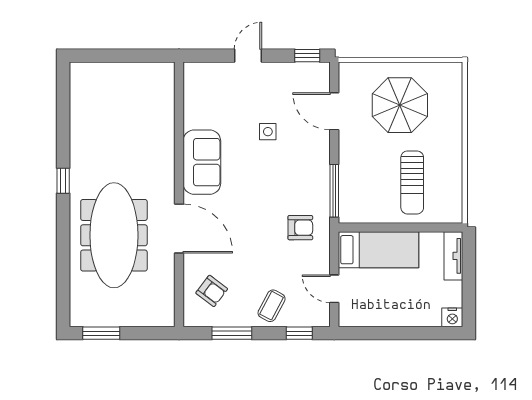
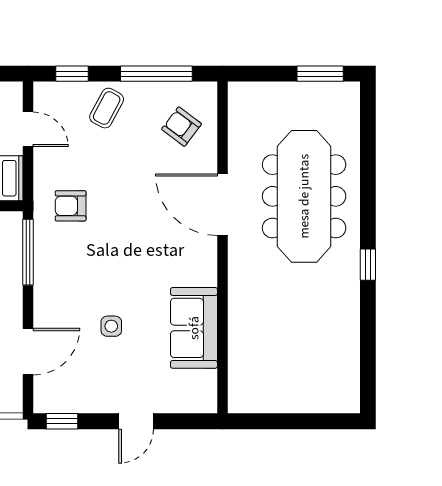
door: (334, 111) -> (28, 352), hinge flipped
sofa: (202, 162) -> (194, 328), moved
window: (232, 333) -> (156, 74), width x1.44

